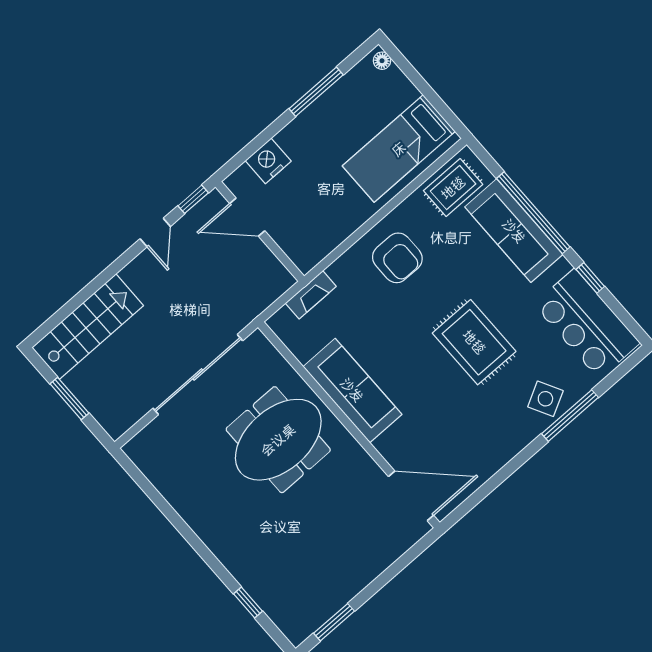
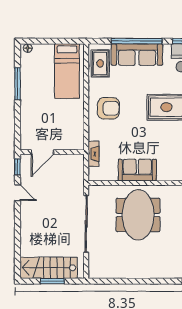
nightstand: (268, 161) -> (28, 125), removed
stairs: (88, 327) -> (49, 268), moved, turned -90
sofa: (352, 390) -> (137, 170), width x0.73

